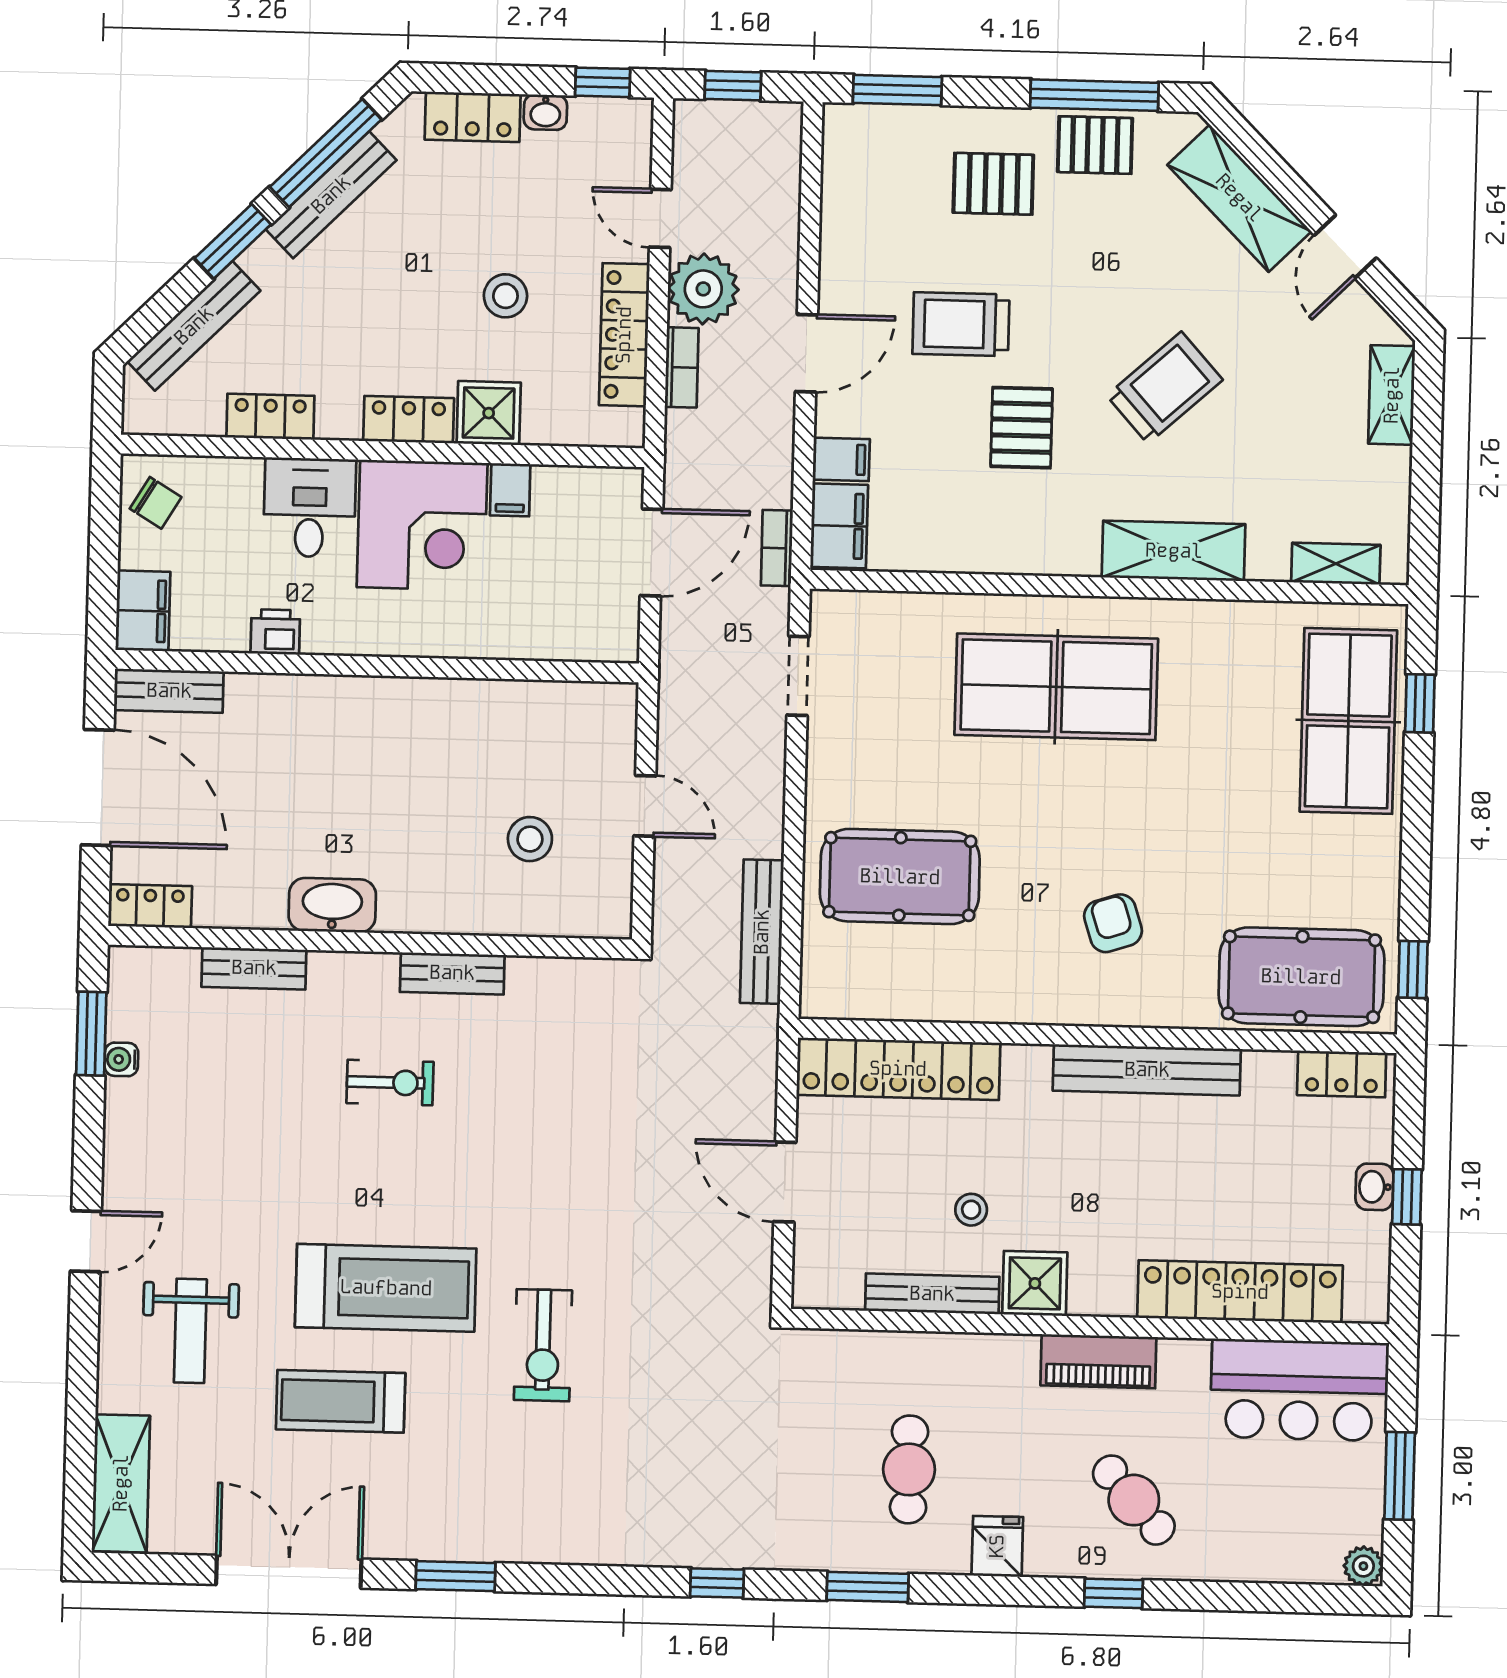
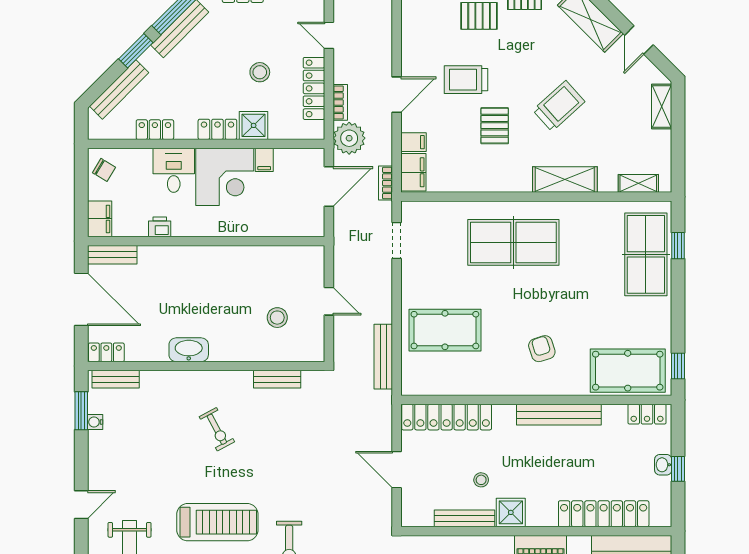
plant: (703, 289) -> (349, 138), moved
bench: (254, 968) -> (116, 379), moved
bench: (452, 973) -> (277, 379), moved
exercise bike: (390, 1083) -> (217, 429), turned 62

